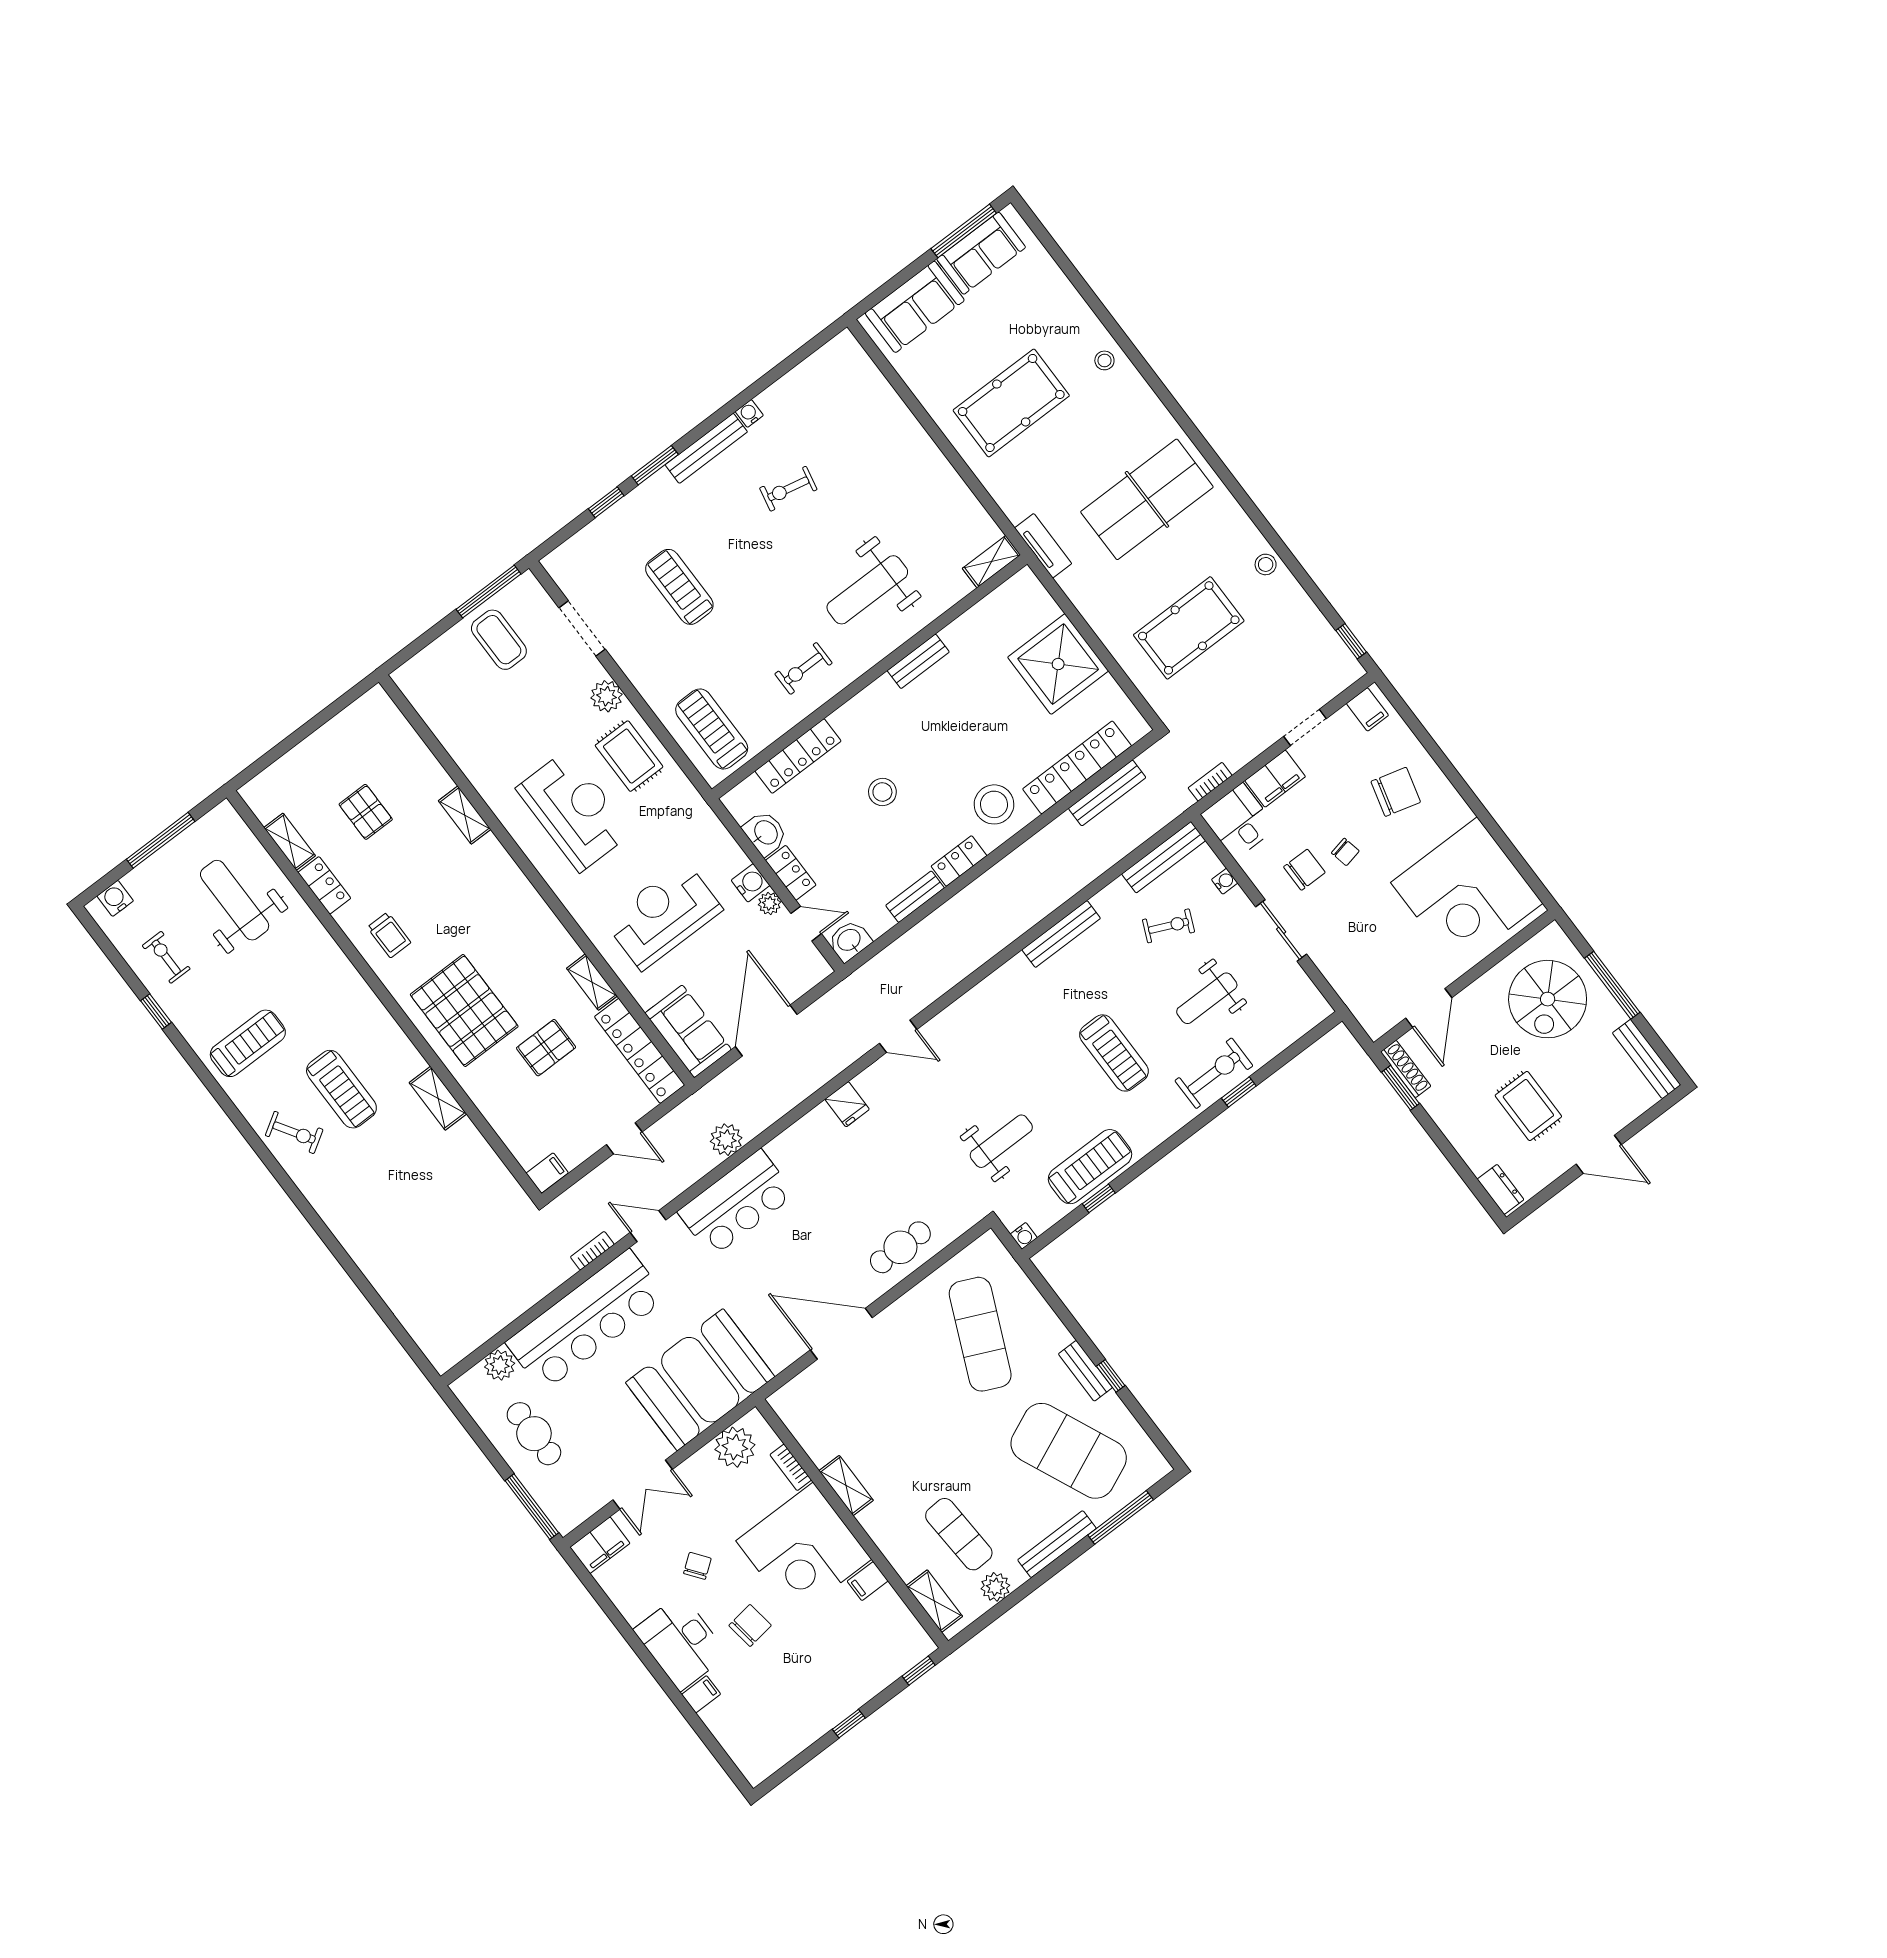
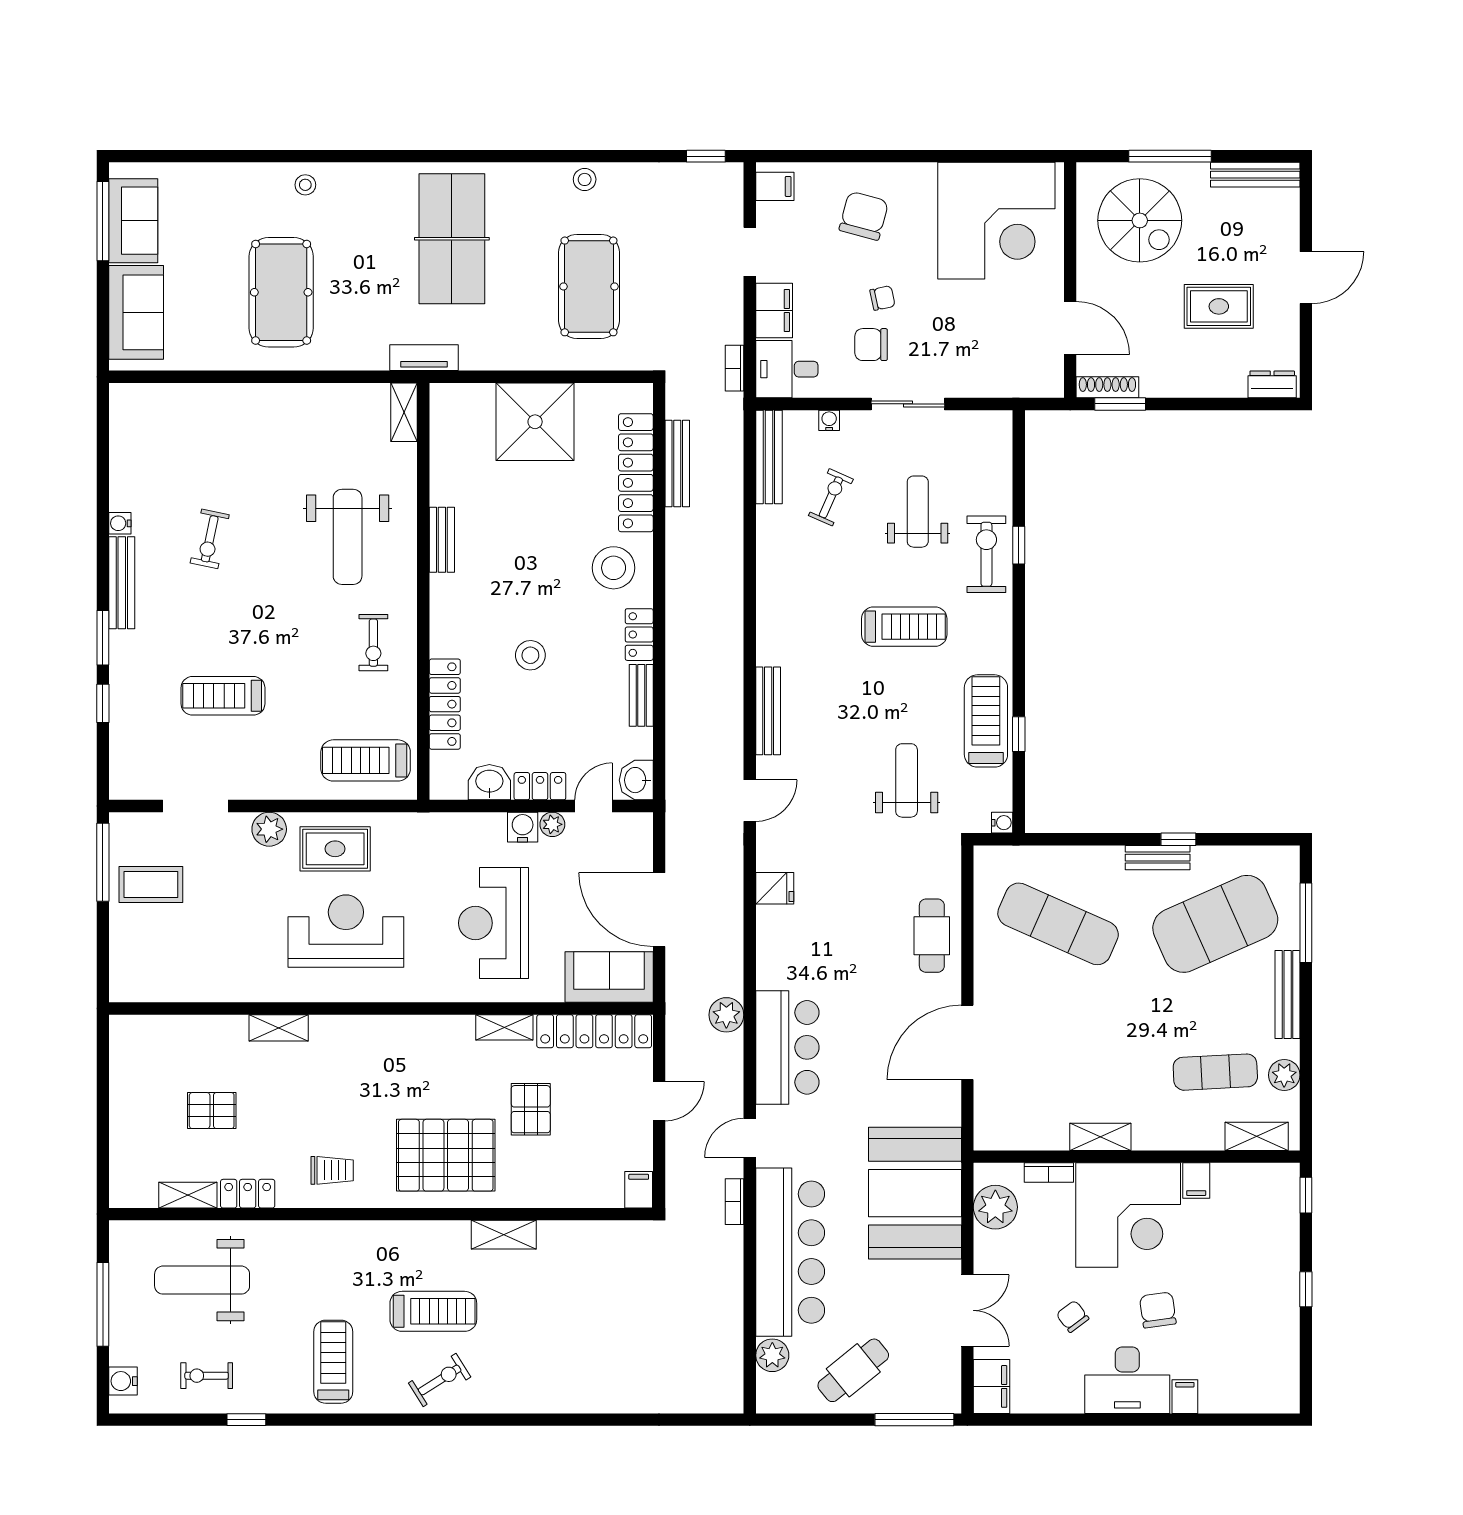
chair: (1304, 870) -> (871, 345), turned -90
bench: (1061, 934) -> (768, 711), moved
weight bench: (1207, 998) -> (918, 512), turned 180
cafe table: (534, 1434) -> (853, 1370), turned -39

